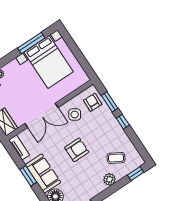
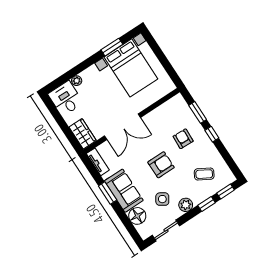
window: (31, 43) -> (112, 47), width x0.69
armchair: (93, 102) -> (183, 139), moved
side table: (75, 115) -> (162, 199), moved
plant: (110, 179) -> (186, 205), moved
window: (118, 185) -> (206, 204), added

